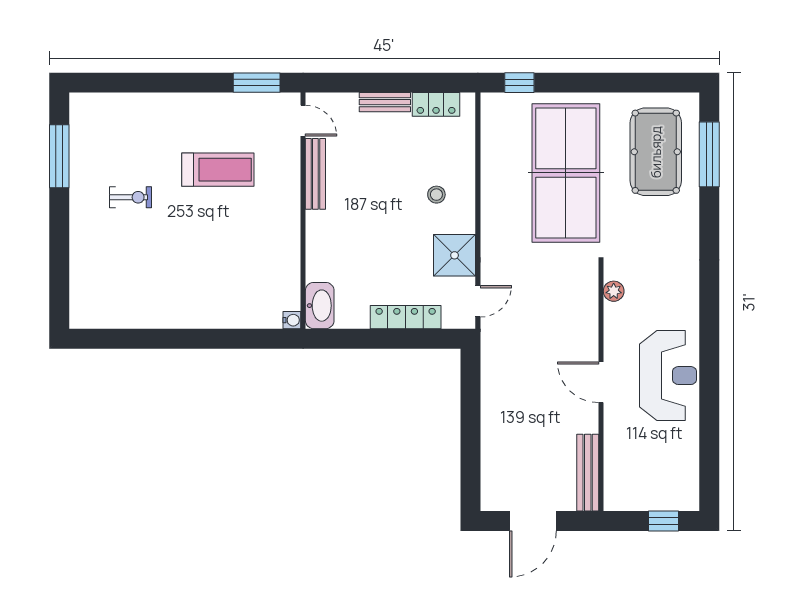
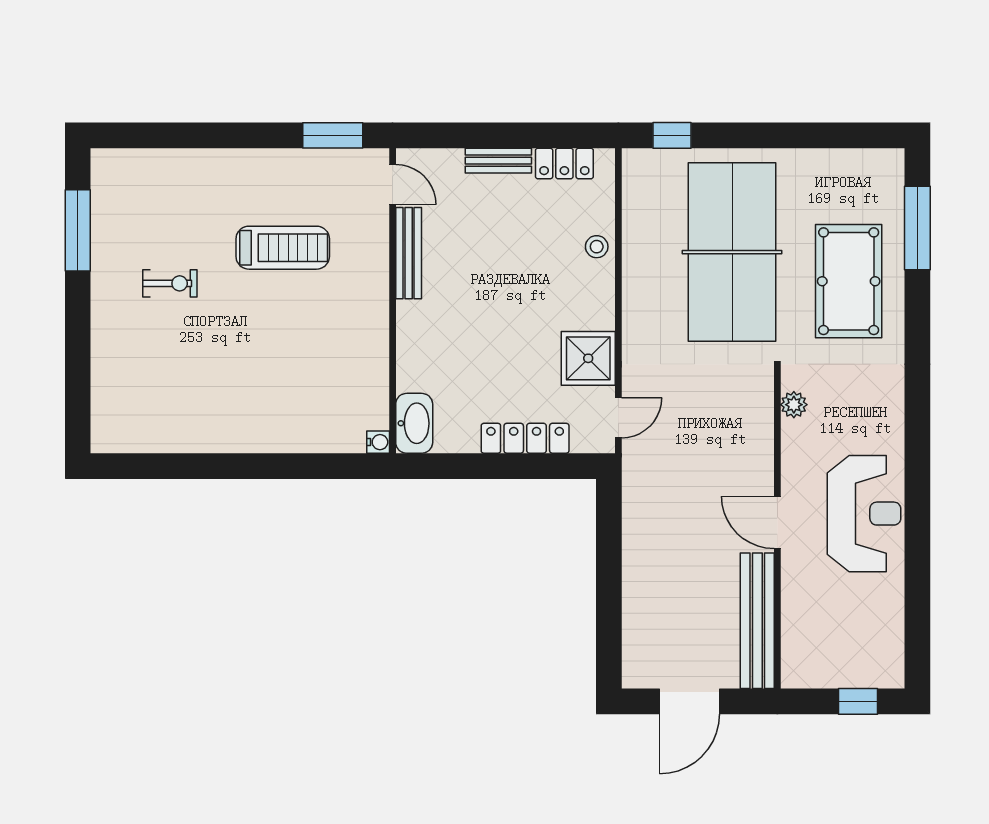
pool table: (656, 152) -> (849, 281), moved
stool: (436, 195) -> (597, 247), moved
bench: (588, 473) -> (757, 621), width x1.37, depth x1.21

